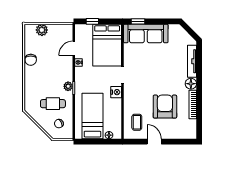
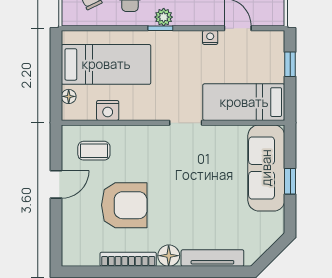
window: (138, 21) -> (290, 181), moved
bed: (107, 45) -> (244, 102), width x0.67
nightstand: (116, 92) -> (108, 110), moved

